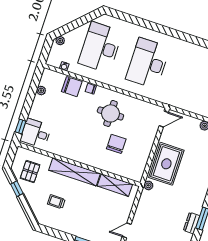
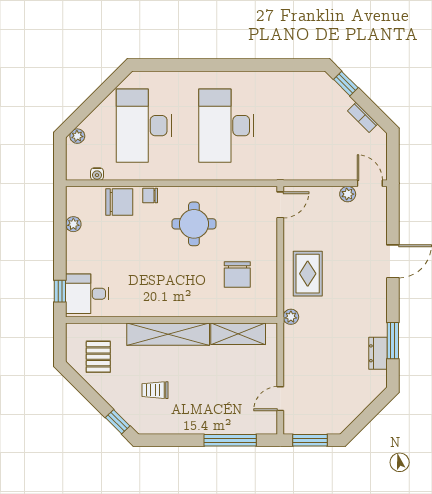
chair: (116, 144) -> (237, 275), moved, turned 180
rug: (166, 164) -> (308, 274), width x0.73, depth x0.70
window: (17, 189) -> (118, 422), moved

